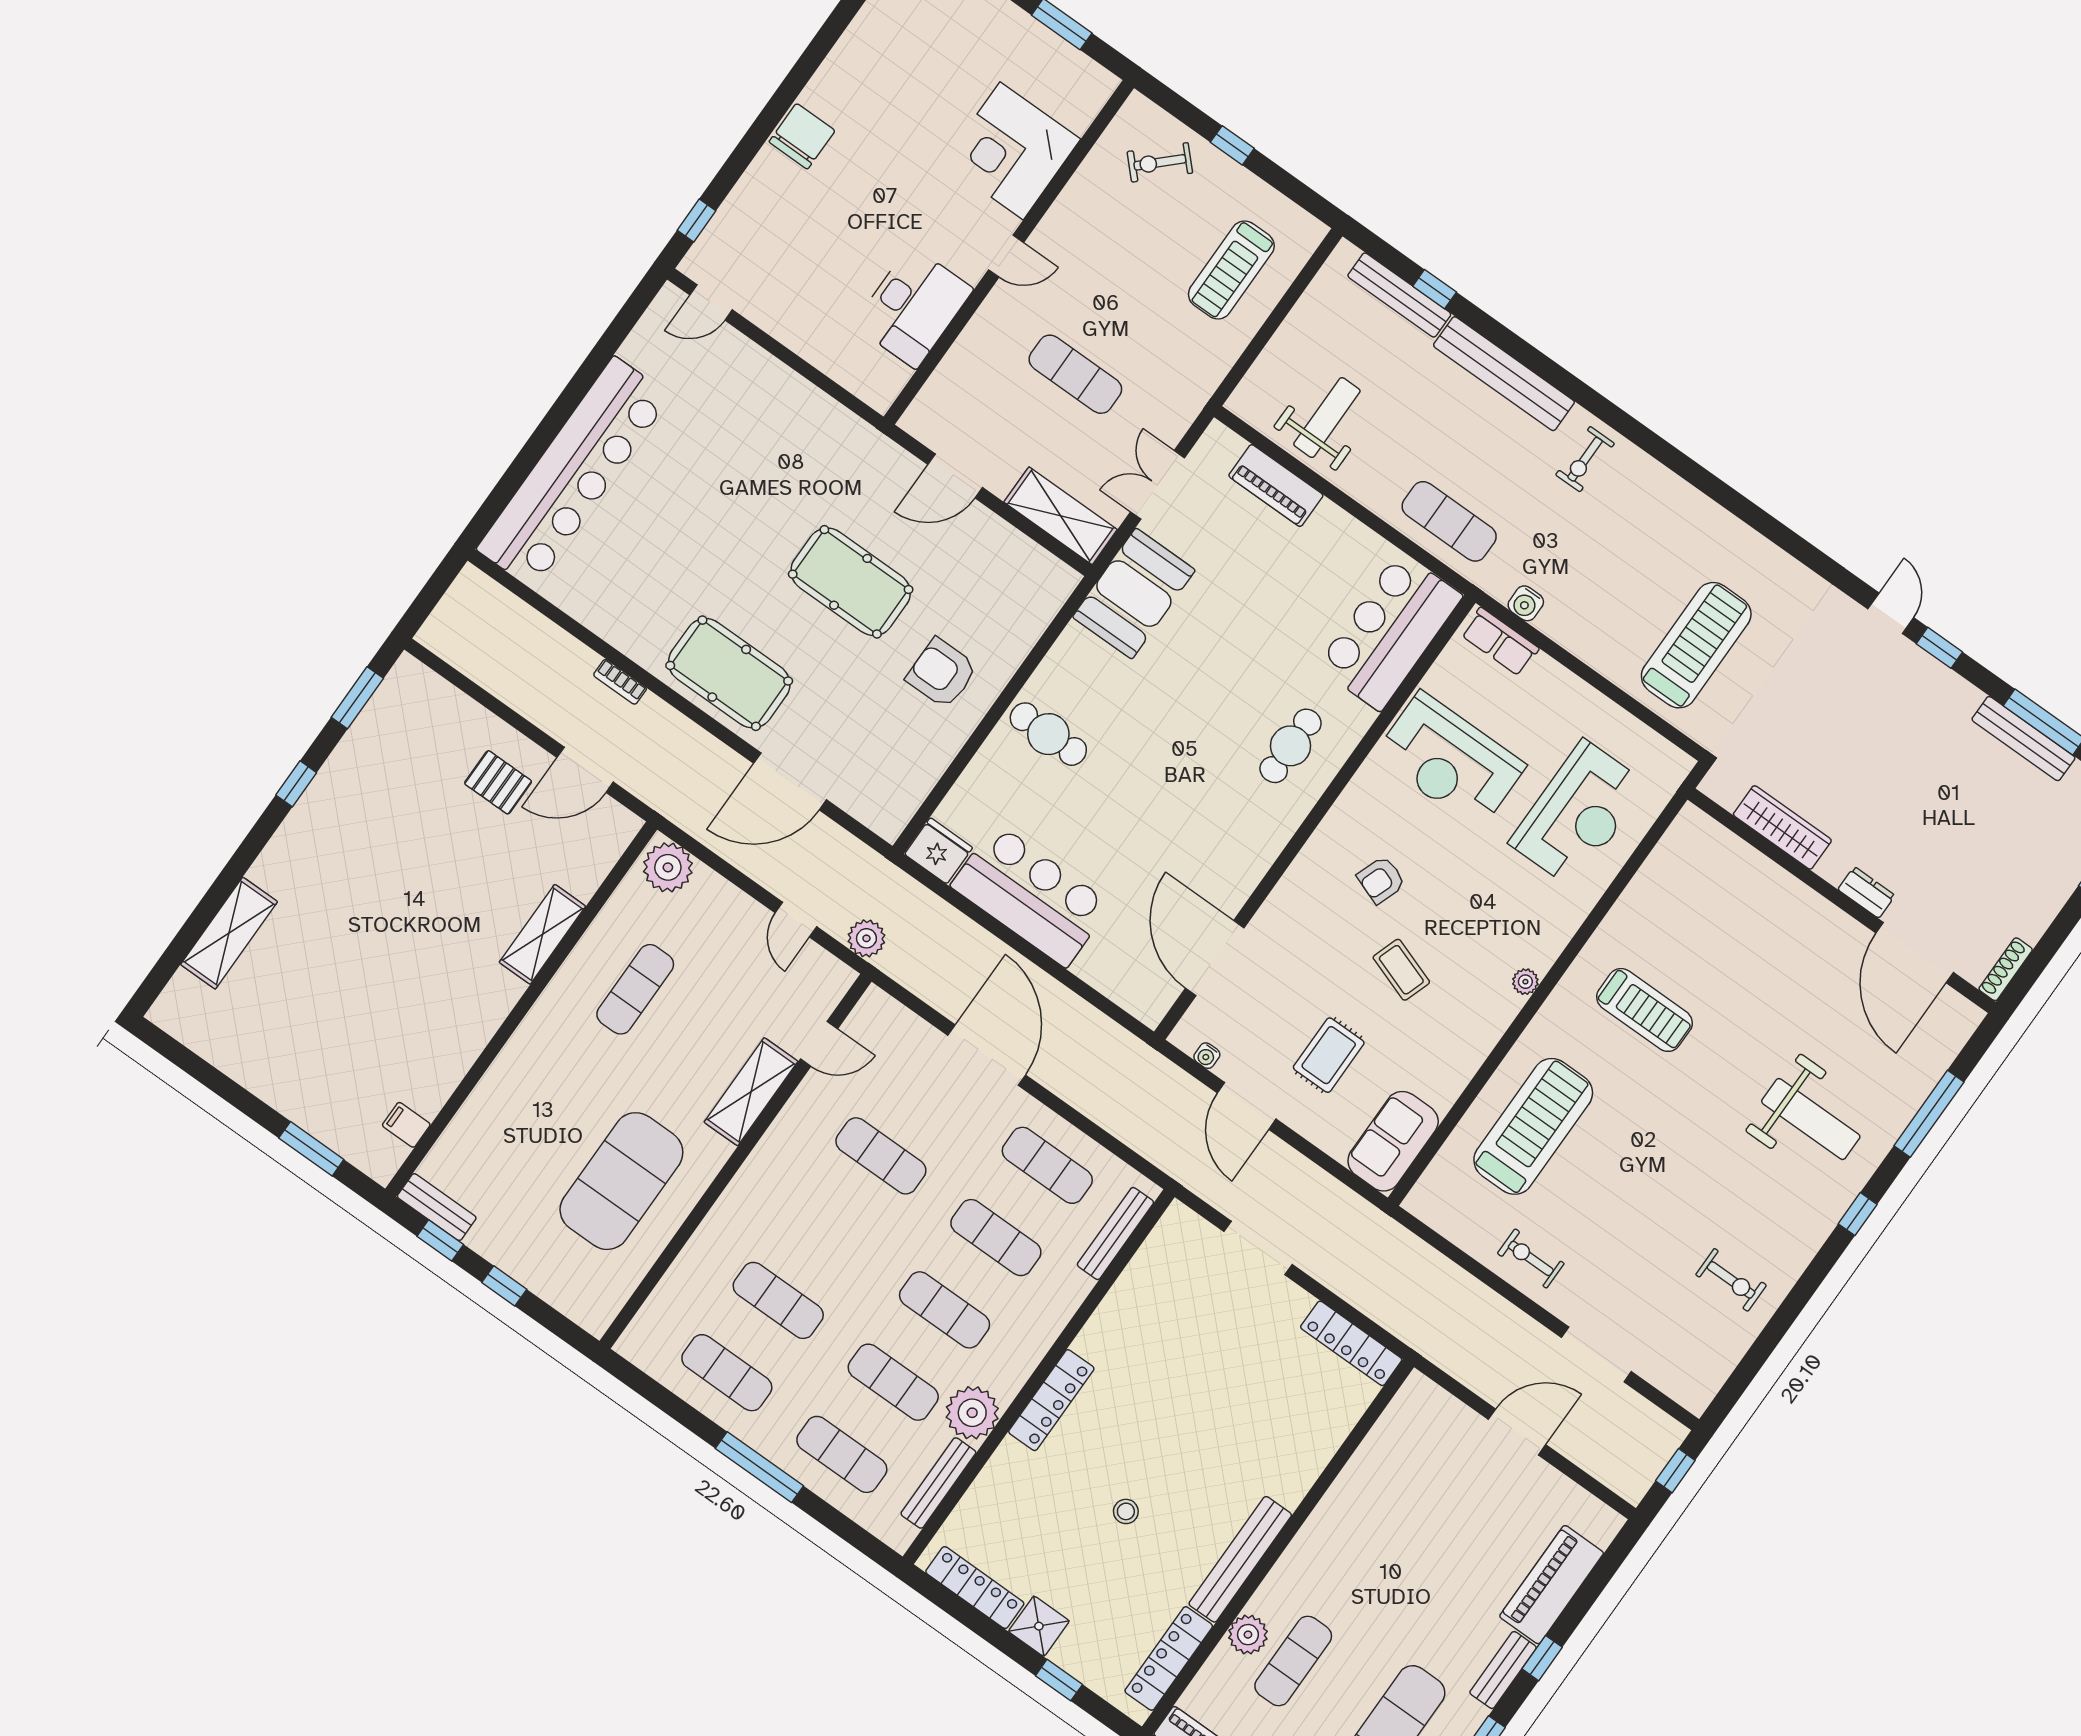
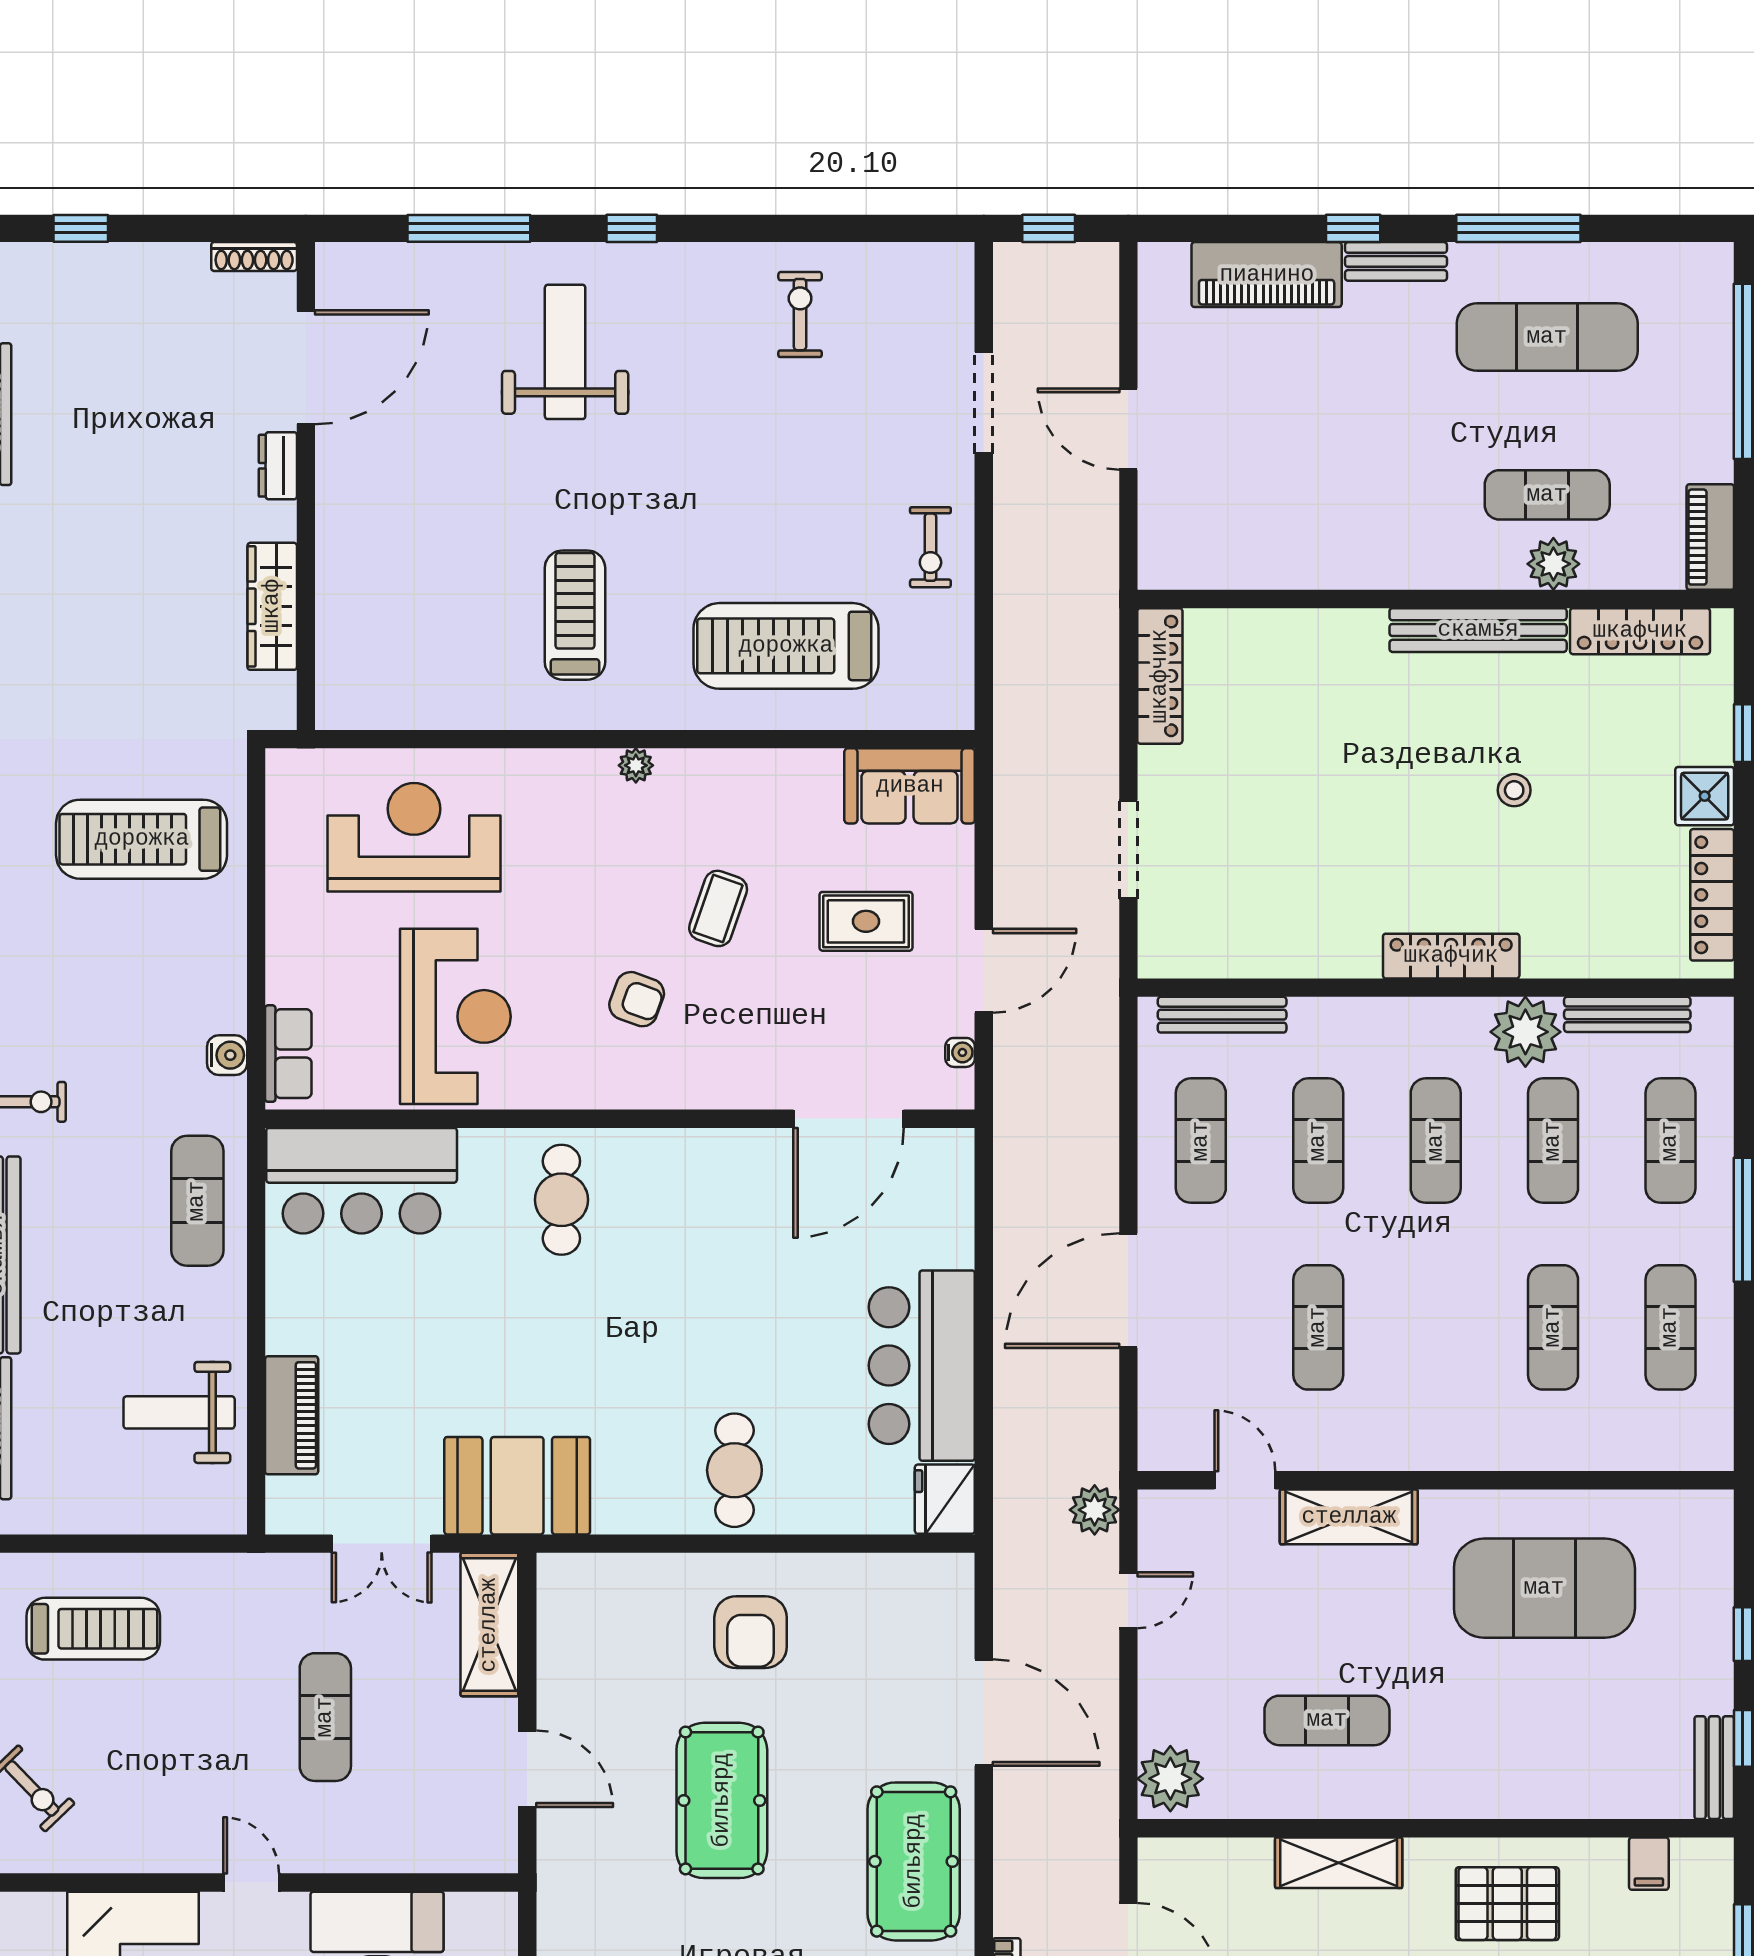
cafe table: (1291, 746) -> (561, 1200), turned 90
pallet: (444, 1020) -> (1507, 1904), added

